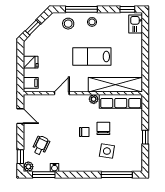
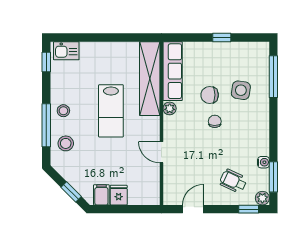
filing cabinet: (31, 83) -> (101, 195), moved

